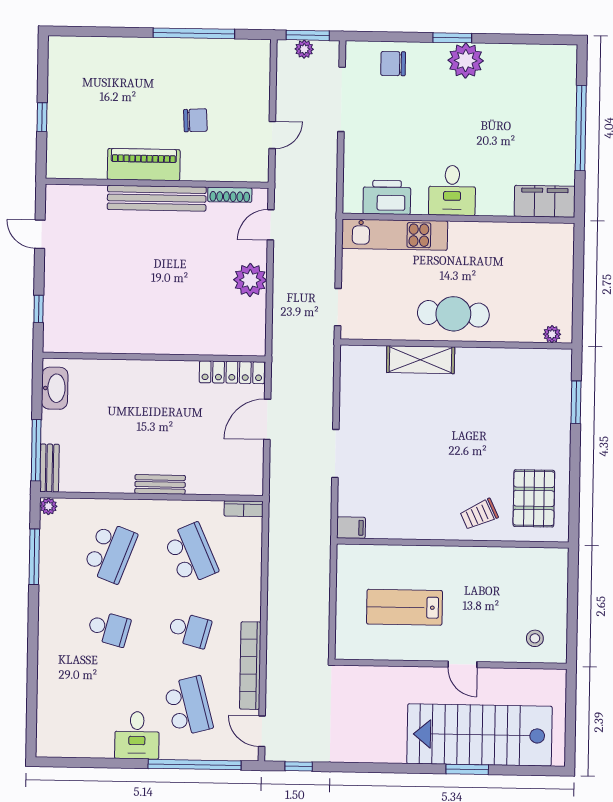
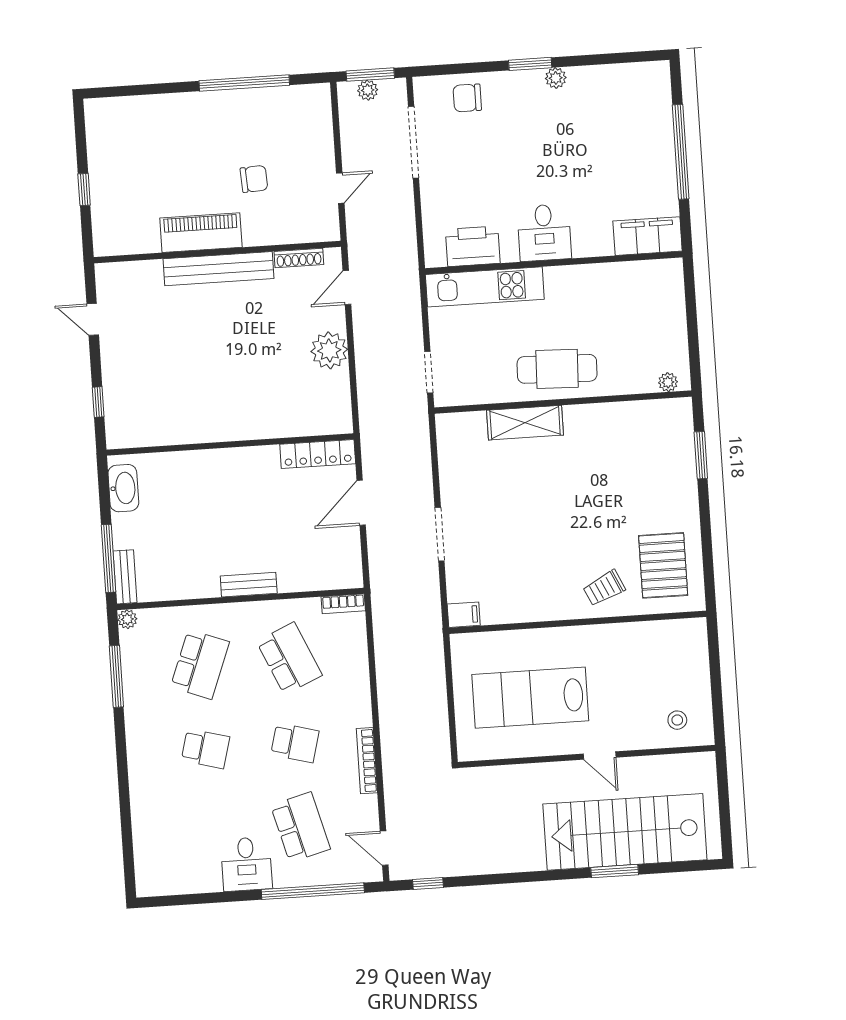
plant: (466, 61) -> (556, 78), width x0.53, depth x0.53
lab bench: (404, 607) -> (530, 698), width x1.36, depth x1.39
bookcase: (250, 666) -> (367, 761), width x0.68, depth x0.76

